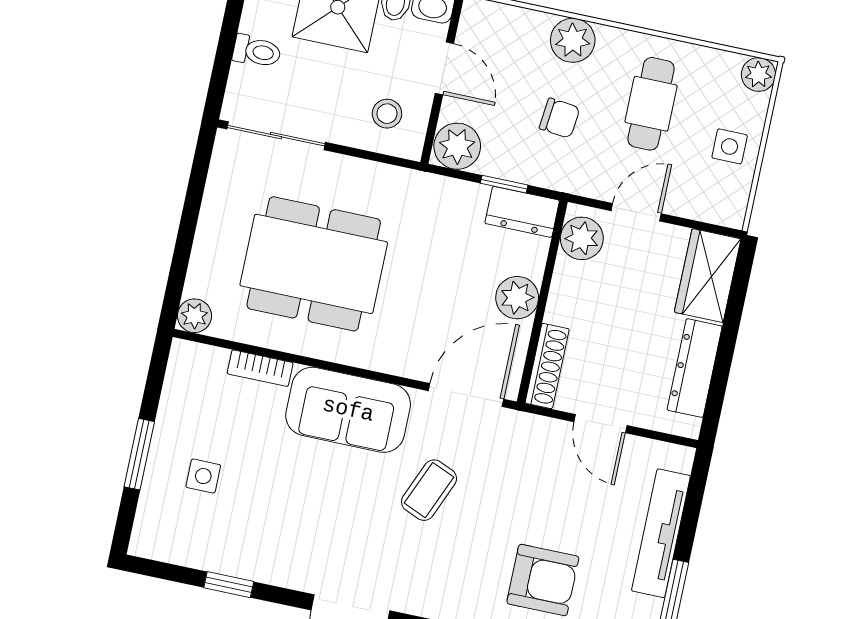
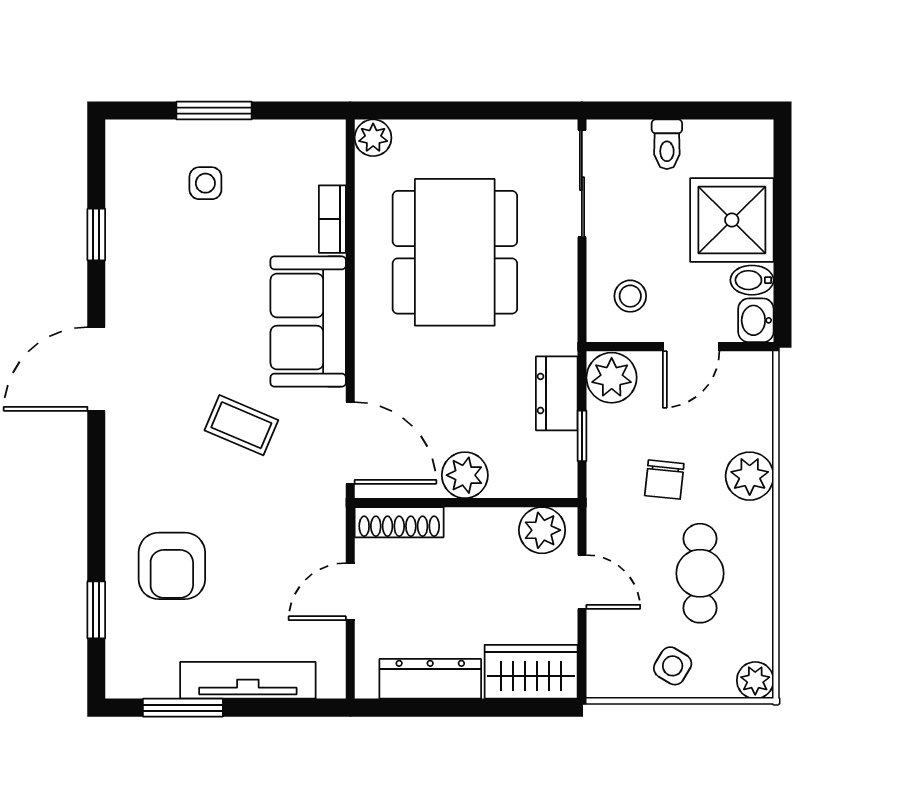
cafe table: (651, 104) -> (700, 573), turned 90
side table: (730, 146) -> (673, 666), turned 31
dresser: (522, 212) -> (557, 393), moved

